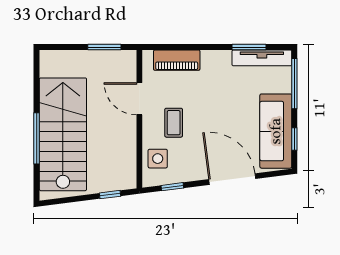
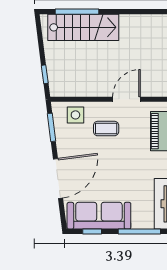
stairs: (63, 134) -> (83, 27), width x0.73, depth x0.66
window: (37, 138) -> (77, 12), moved
window: (172, 187) -> (52, 127), width x1.50

